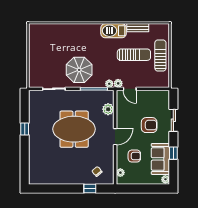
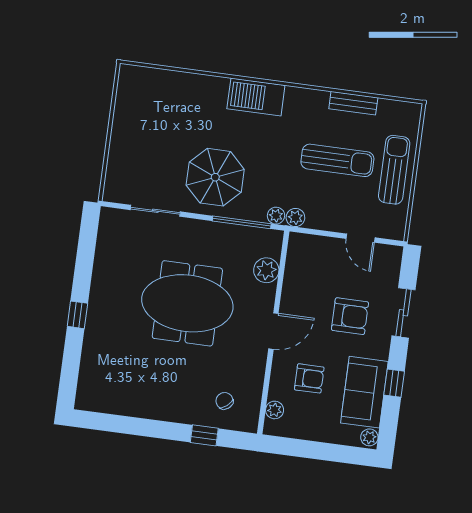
barbecue: (114, 31) -> (256, 97), moved
door: (130, 89) -> (361, 238), moved
window: (25, 129) -> (77, 315), moved

